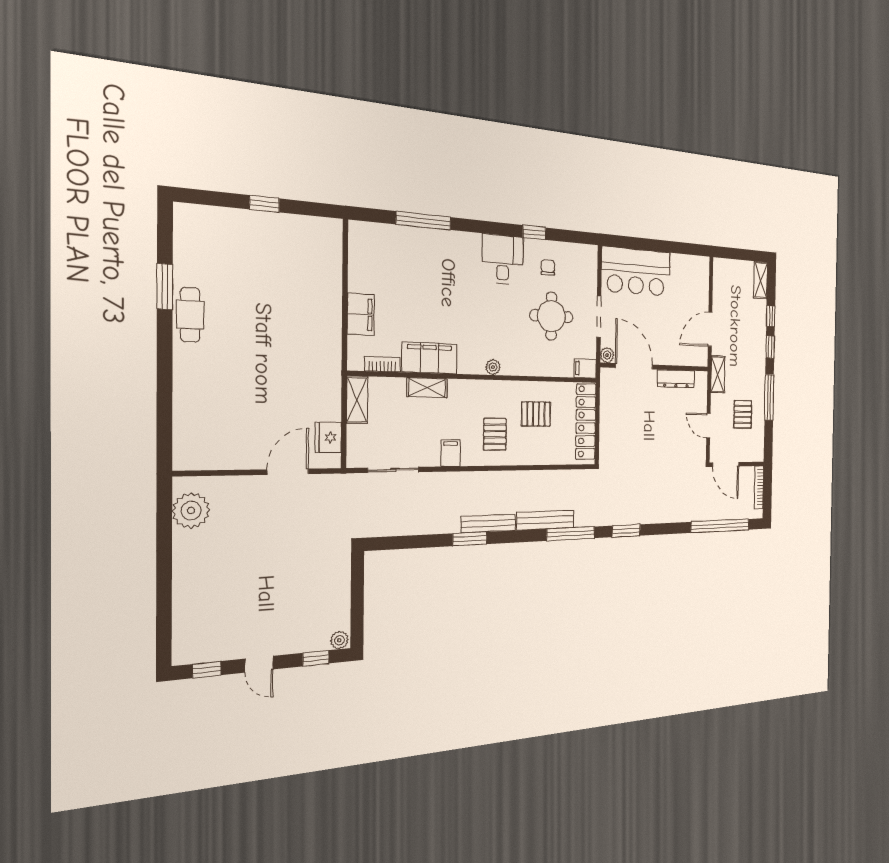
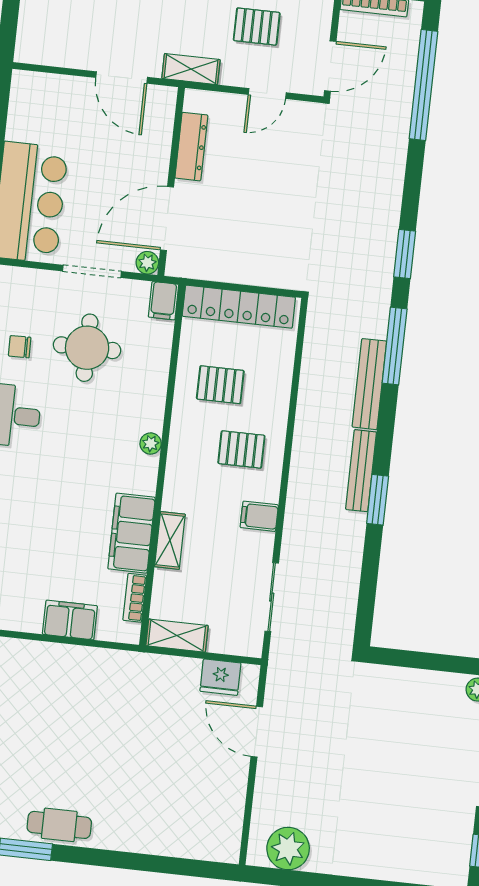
pallet: (536, 414) -> (220, 385), turned 90

